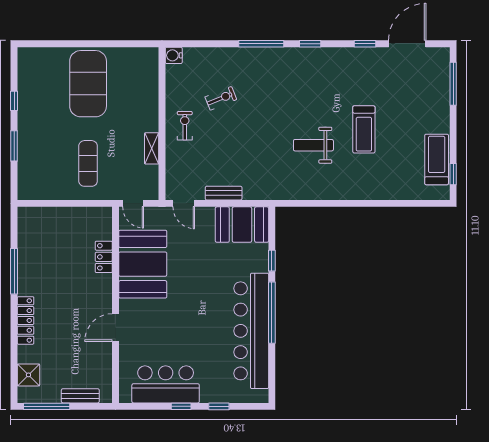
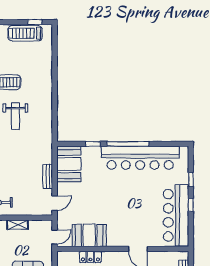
booth: (143, 264) -> (89, 235), width x0.73, depth x0.70
bar counter: (166, 384) -> (176, 215), width x1.36

